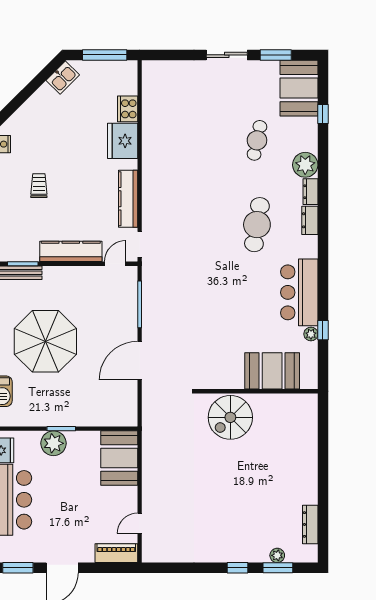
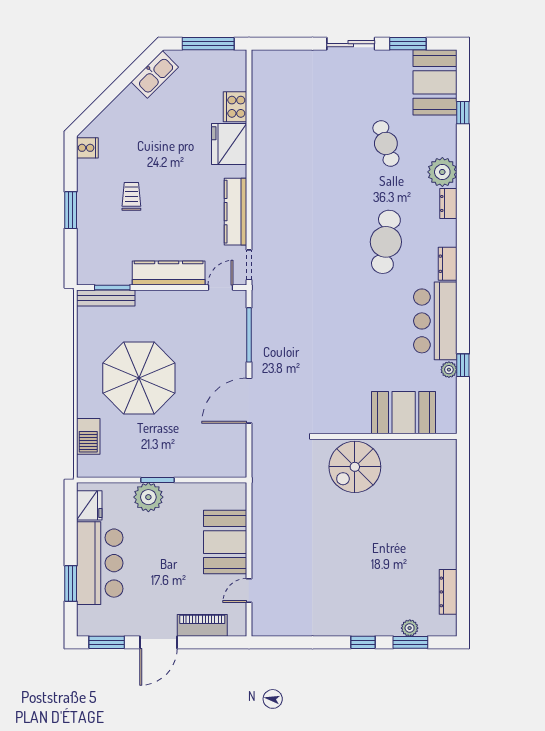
kitchen sink: (63, 78) -> (155, 75), width x1.38
cafe table: (257, 140) -> (386, 143), turned -30
dresser: (310, 220) -> (448, 264), moved
booth: (119, 458) -> (225, 542), moved
piano: (116, 553) -> (202, 625), moved

